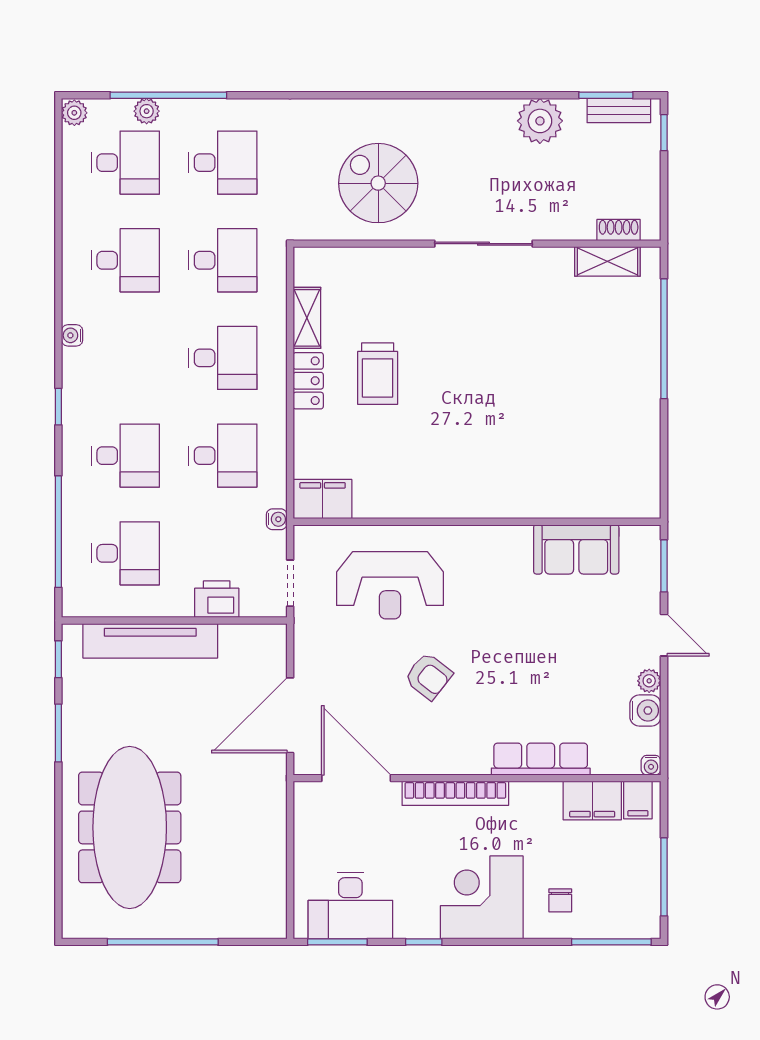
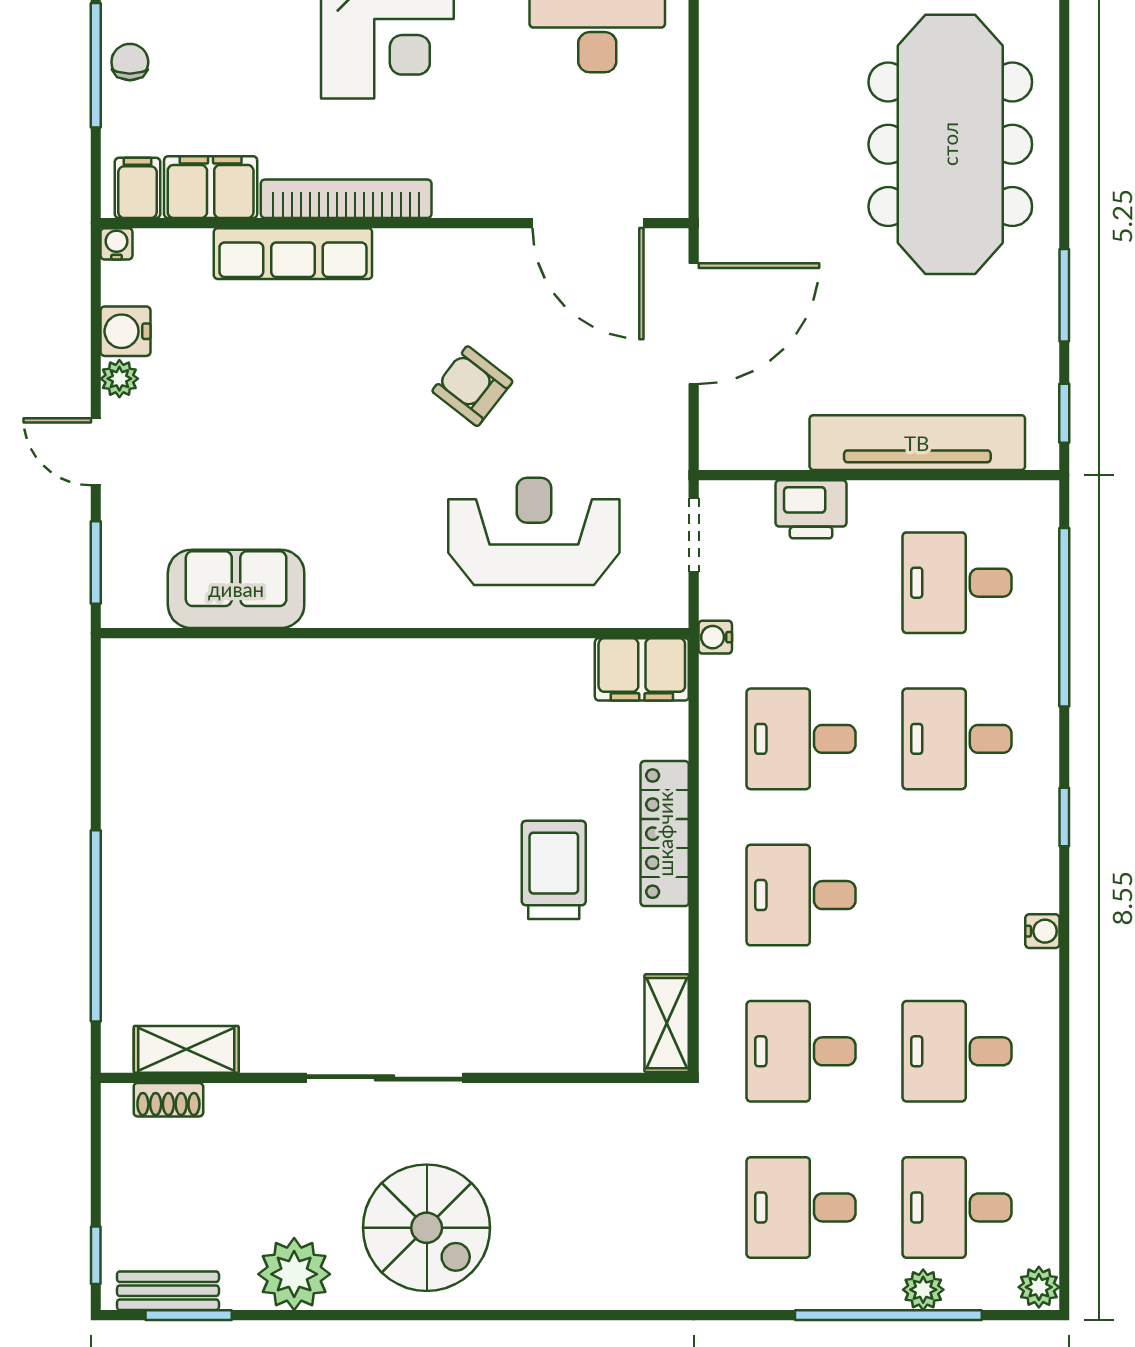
spiral stairs: (378, 183) -> (427, 1228), moved
shelving: (307, 318) -> (667, 1023), moved
locker: (308, 381) -> (665, 834), width x1.53
bookcase: (455, 793) -> (346, 199), moved
chair: (560, 900) -> (130, 62), moved

